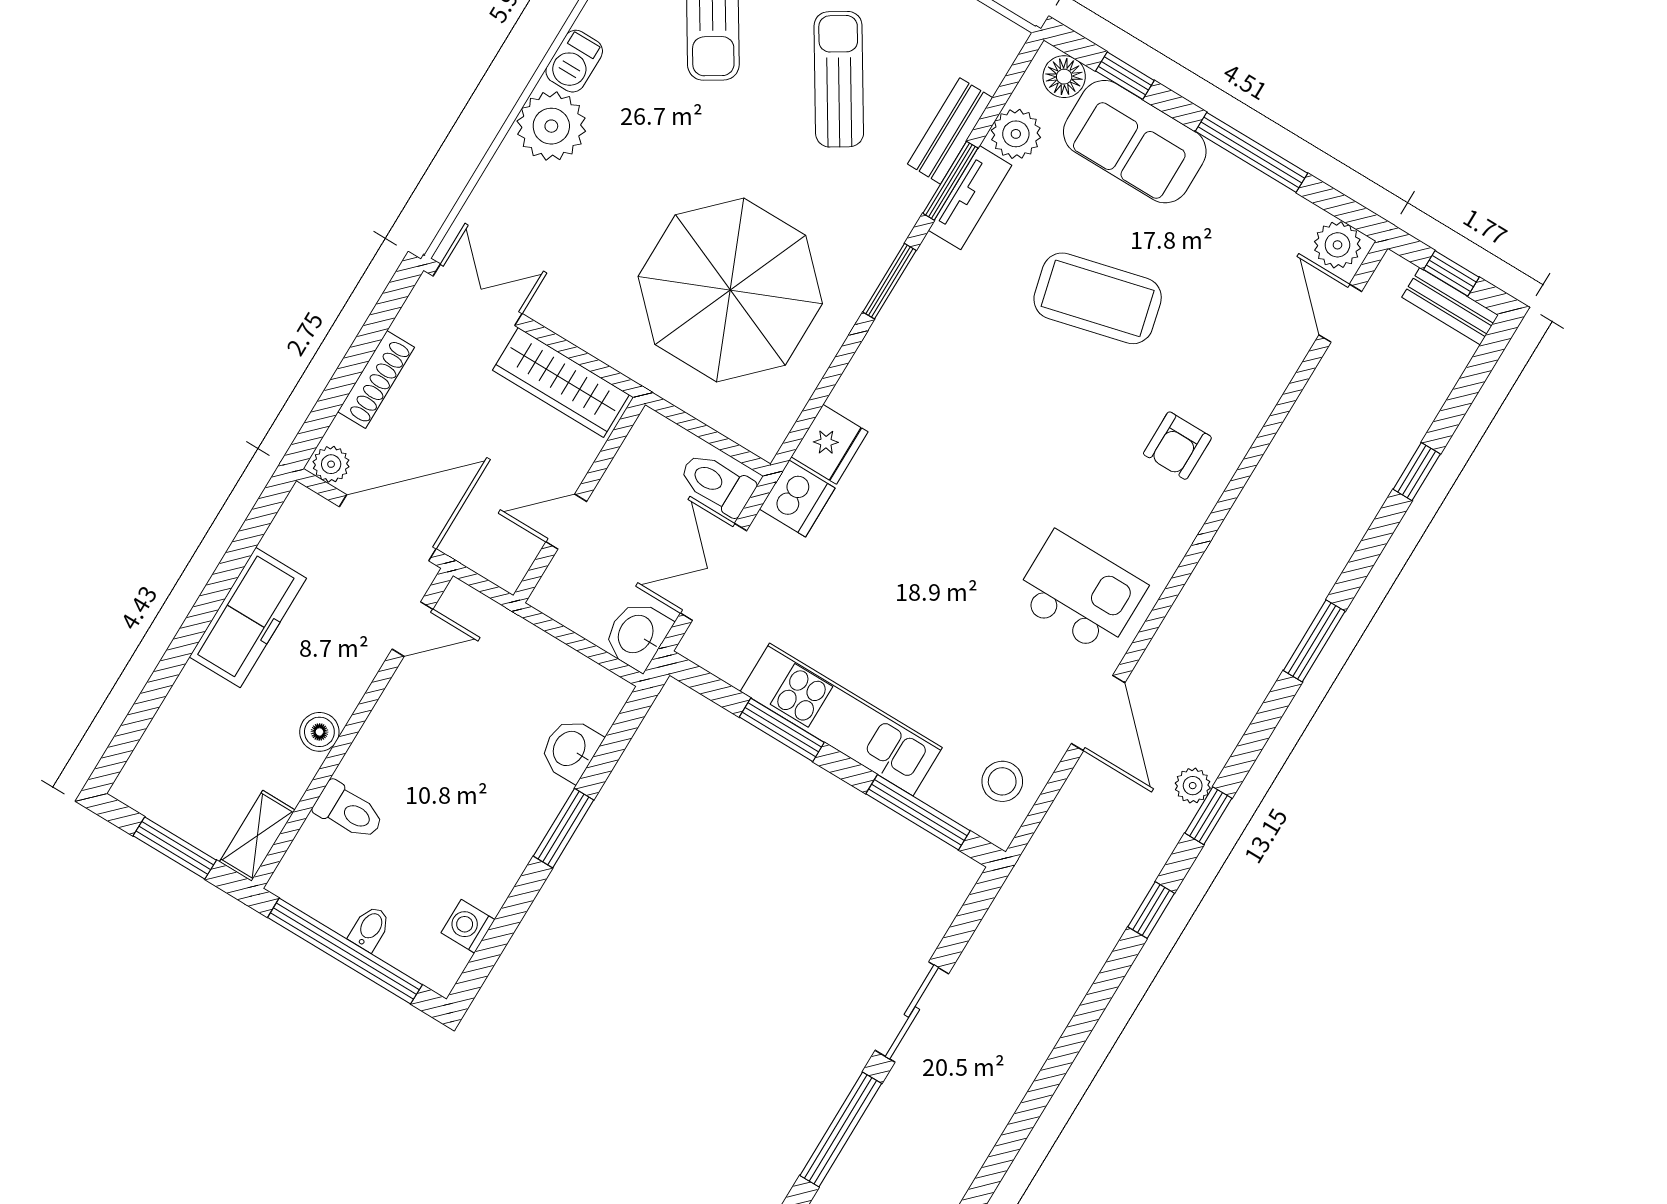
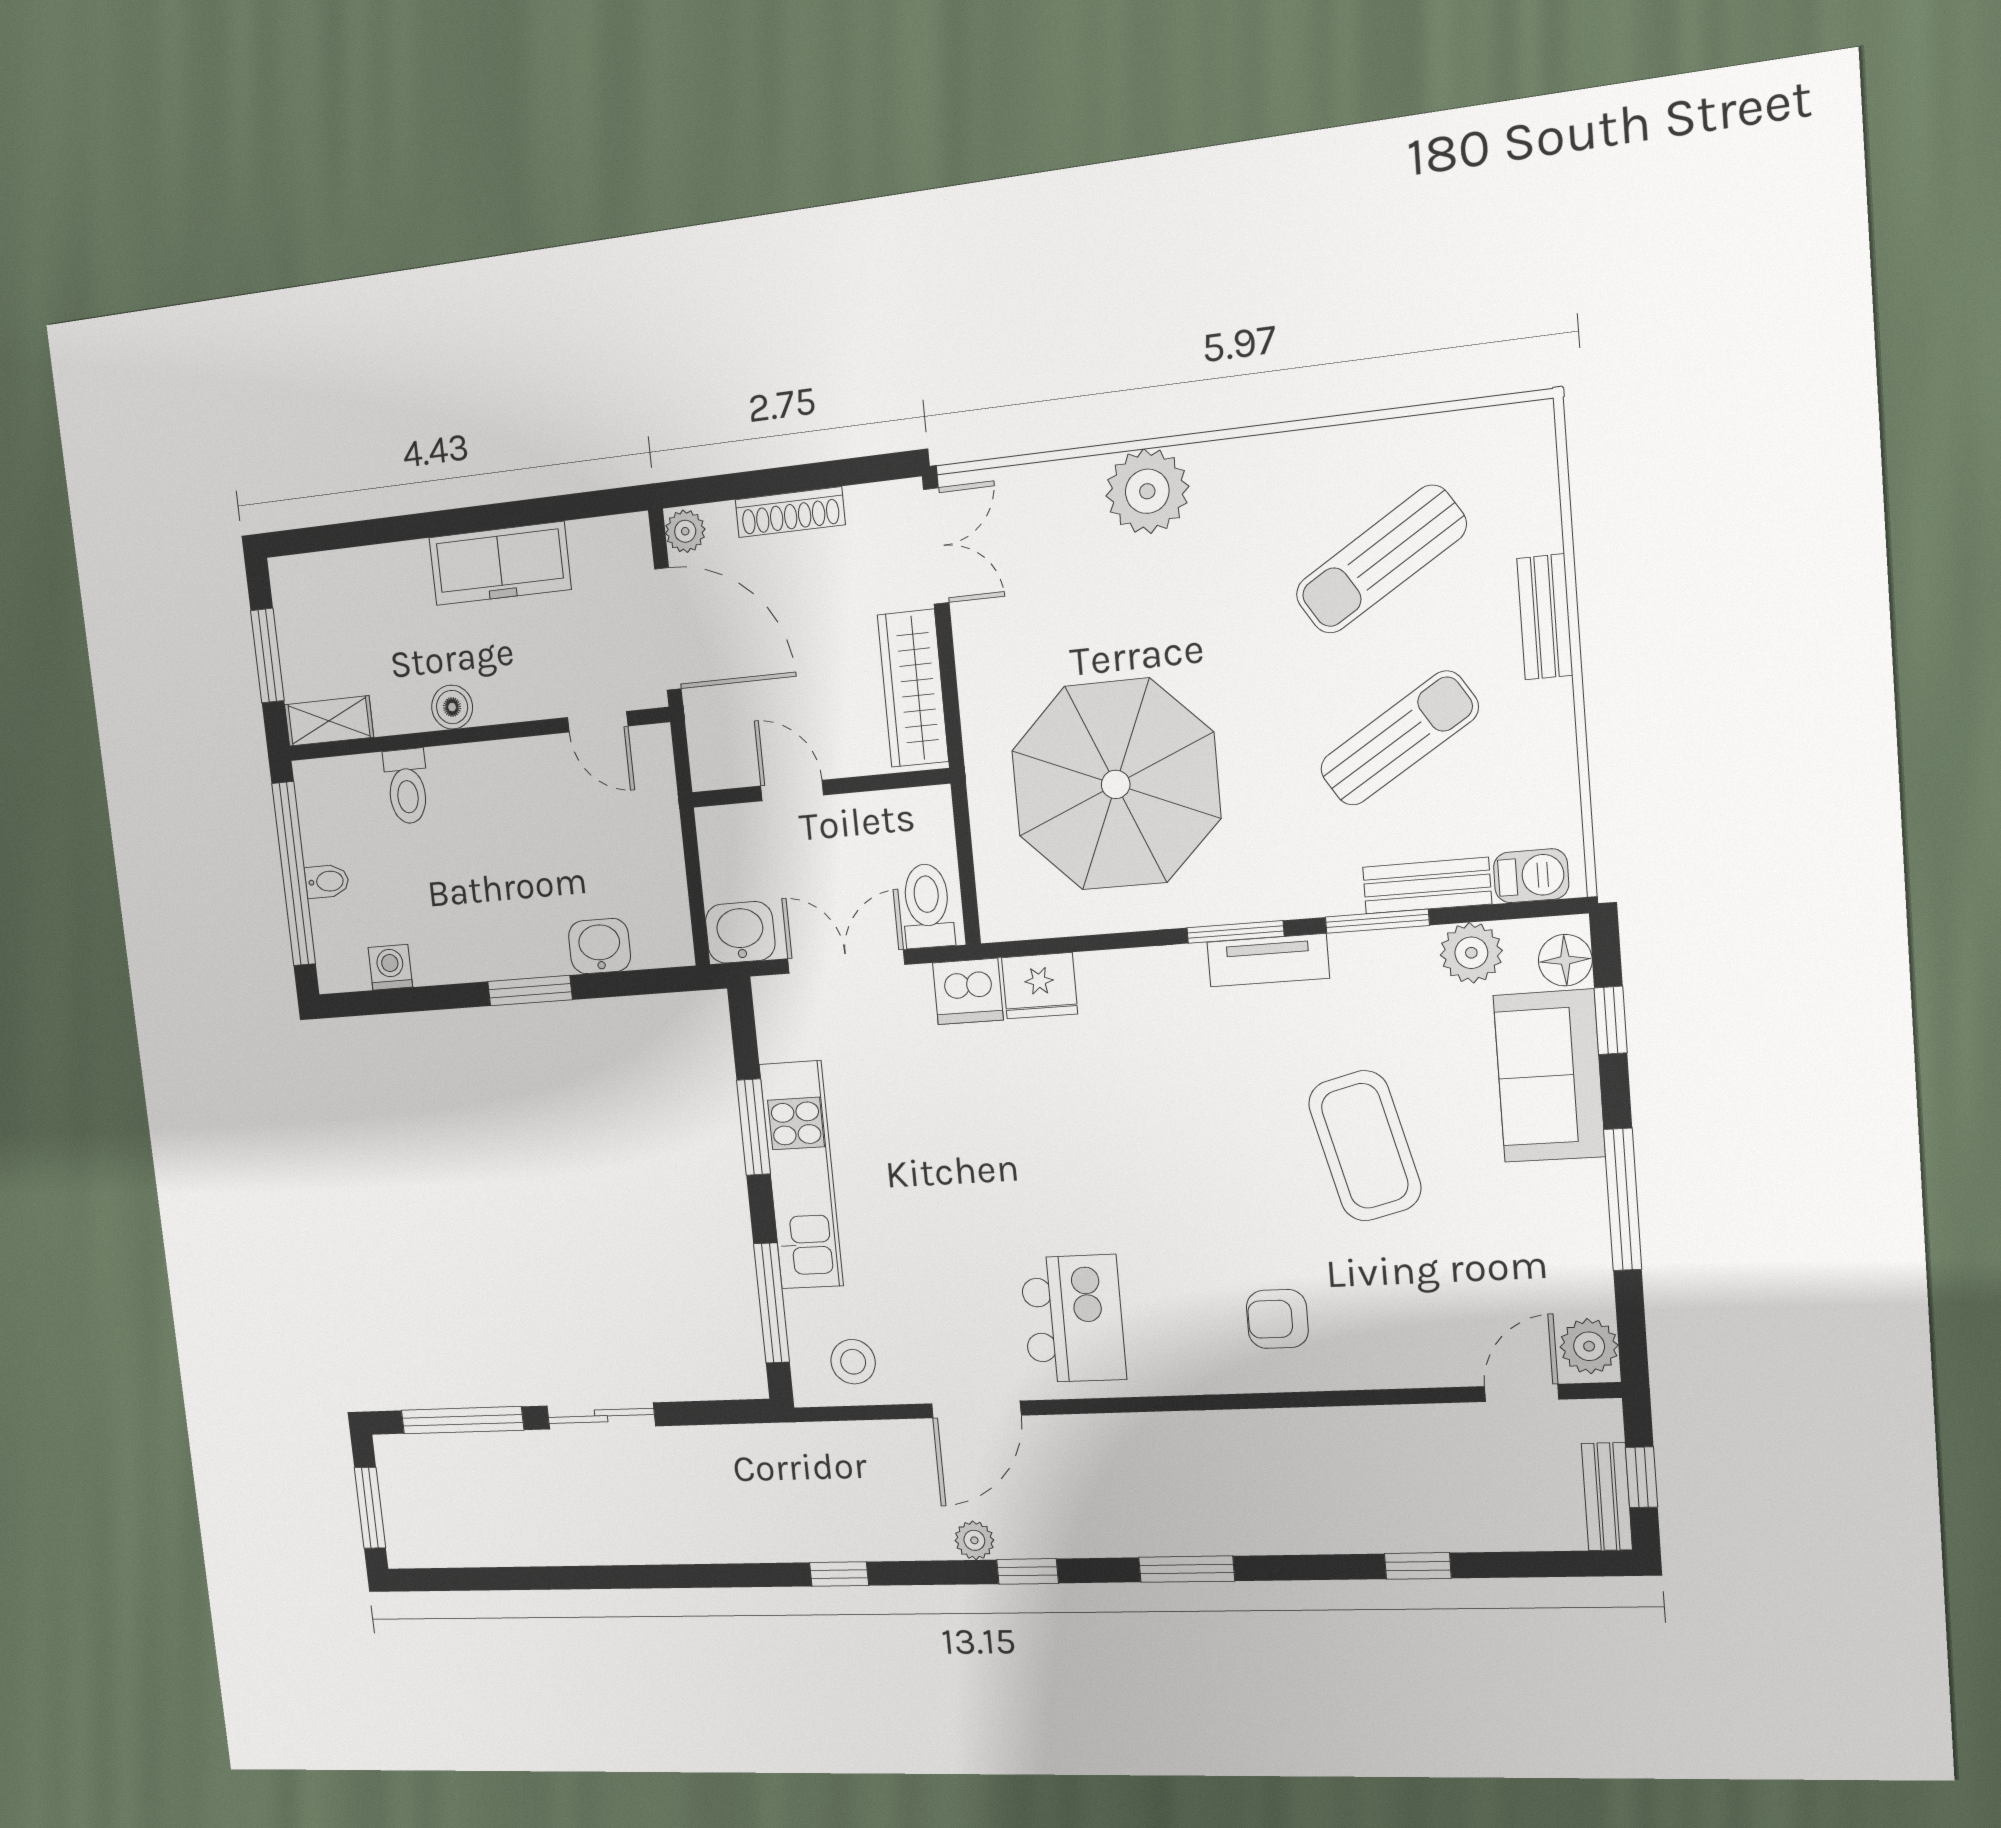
barbecue: (574, 61) -> (1531, 876), moved, turned 180
tv unit: (970, 198) -> (1268, 960), moved
window: (1208, 816) -> (1028, 1571), moved

